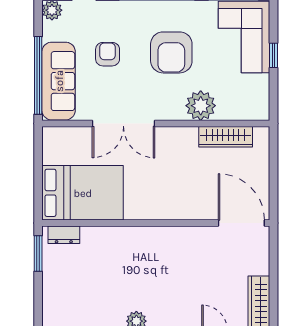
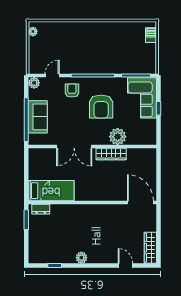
armchair: (108, 54) -> (72, 91), moved
sofa: (59, 81) -> (38, 117), width x0.73
wardrobe: (226, 137) -> (111, 154), moved
bed: (83, 193) -> (51, 191), width x0.67

